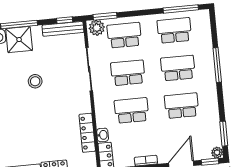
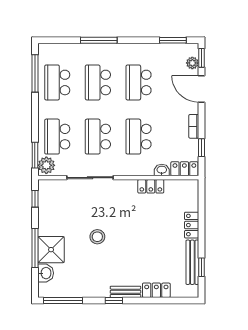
bench: (63, 29) -> (44, 202), removed
locker: (87, 133) -> (151, 186), width x0.66
plant: (217, 153) -> (192, 63), moved

